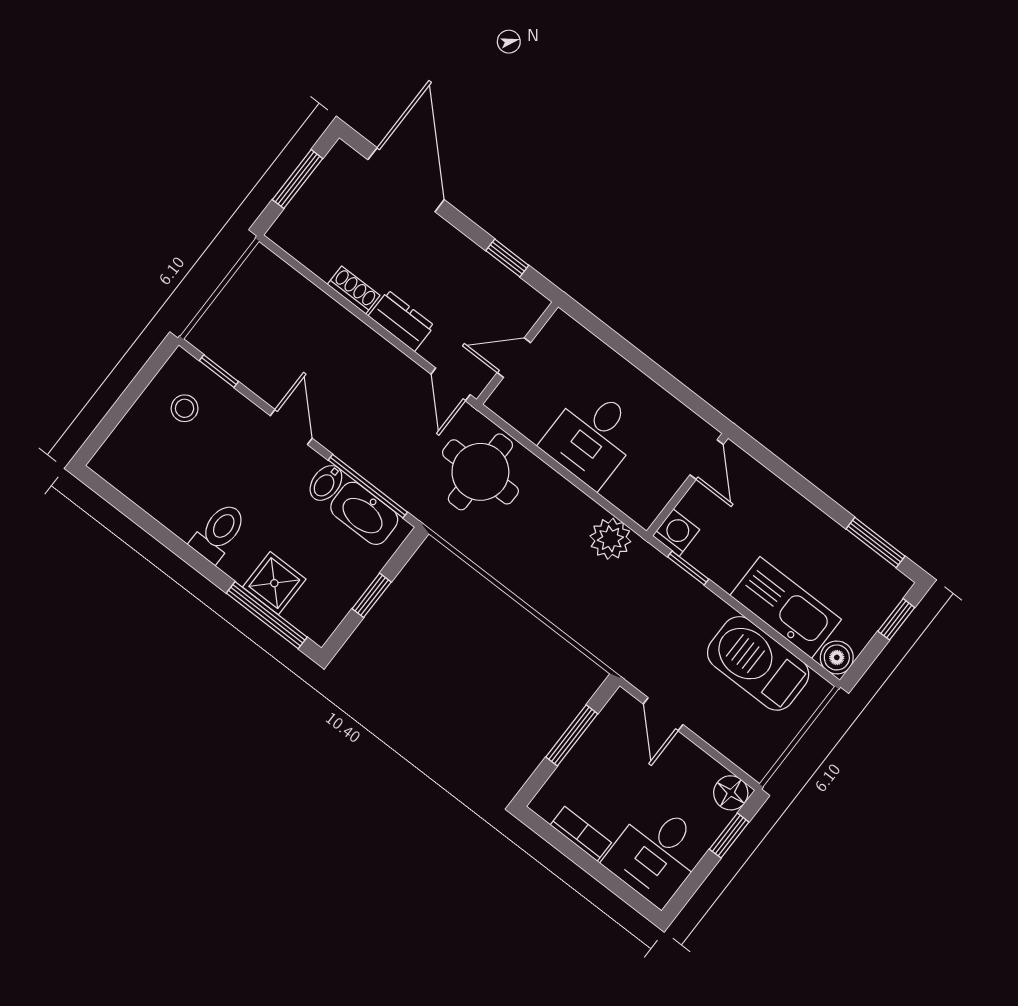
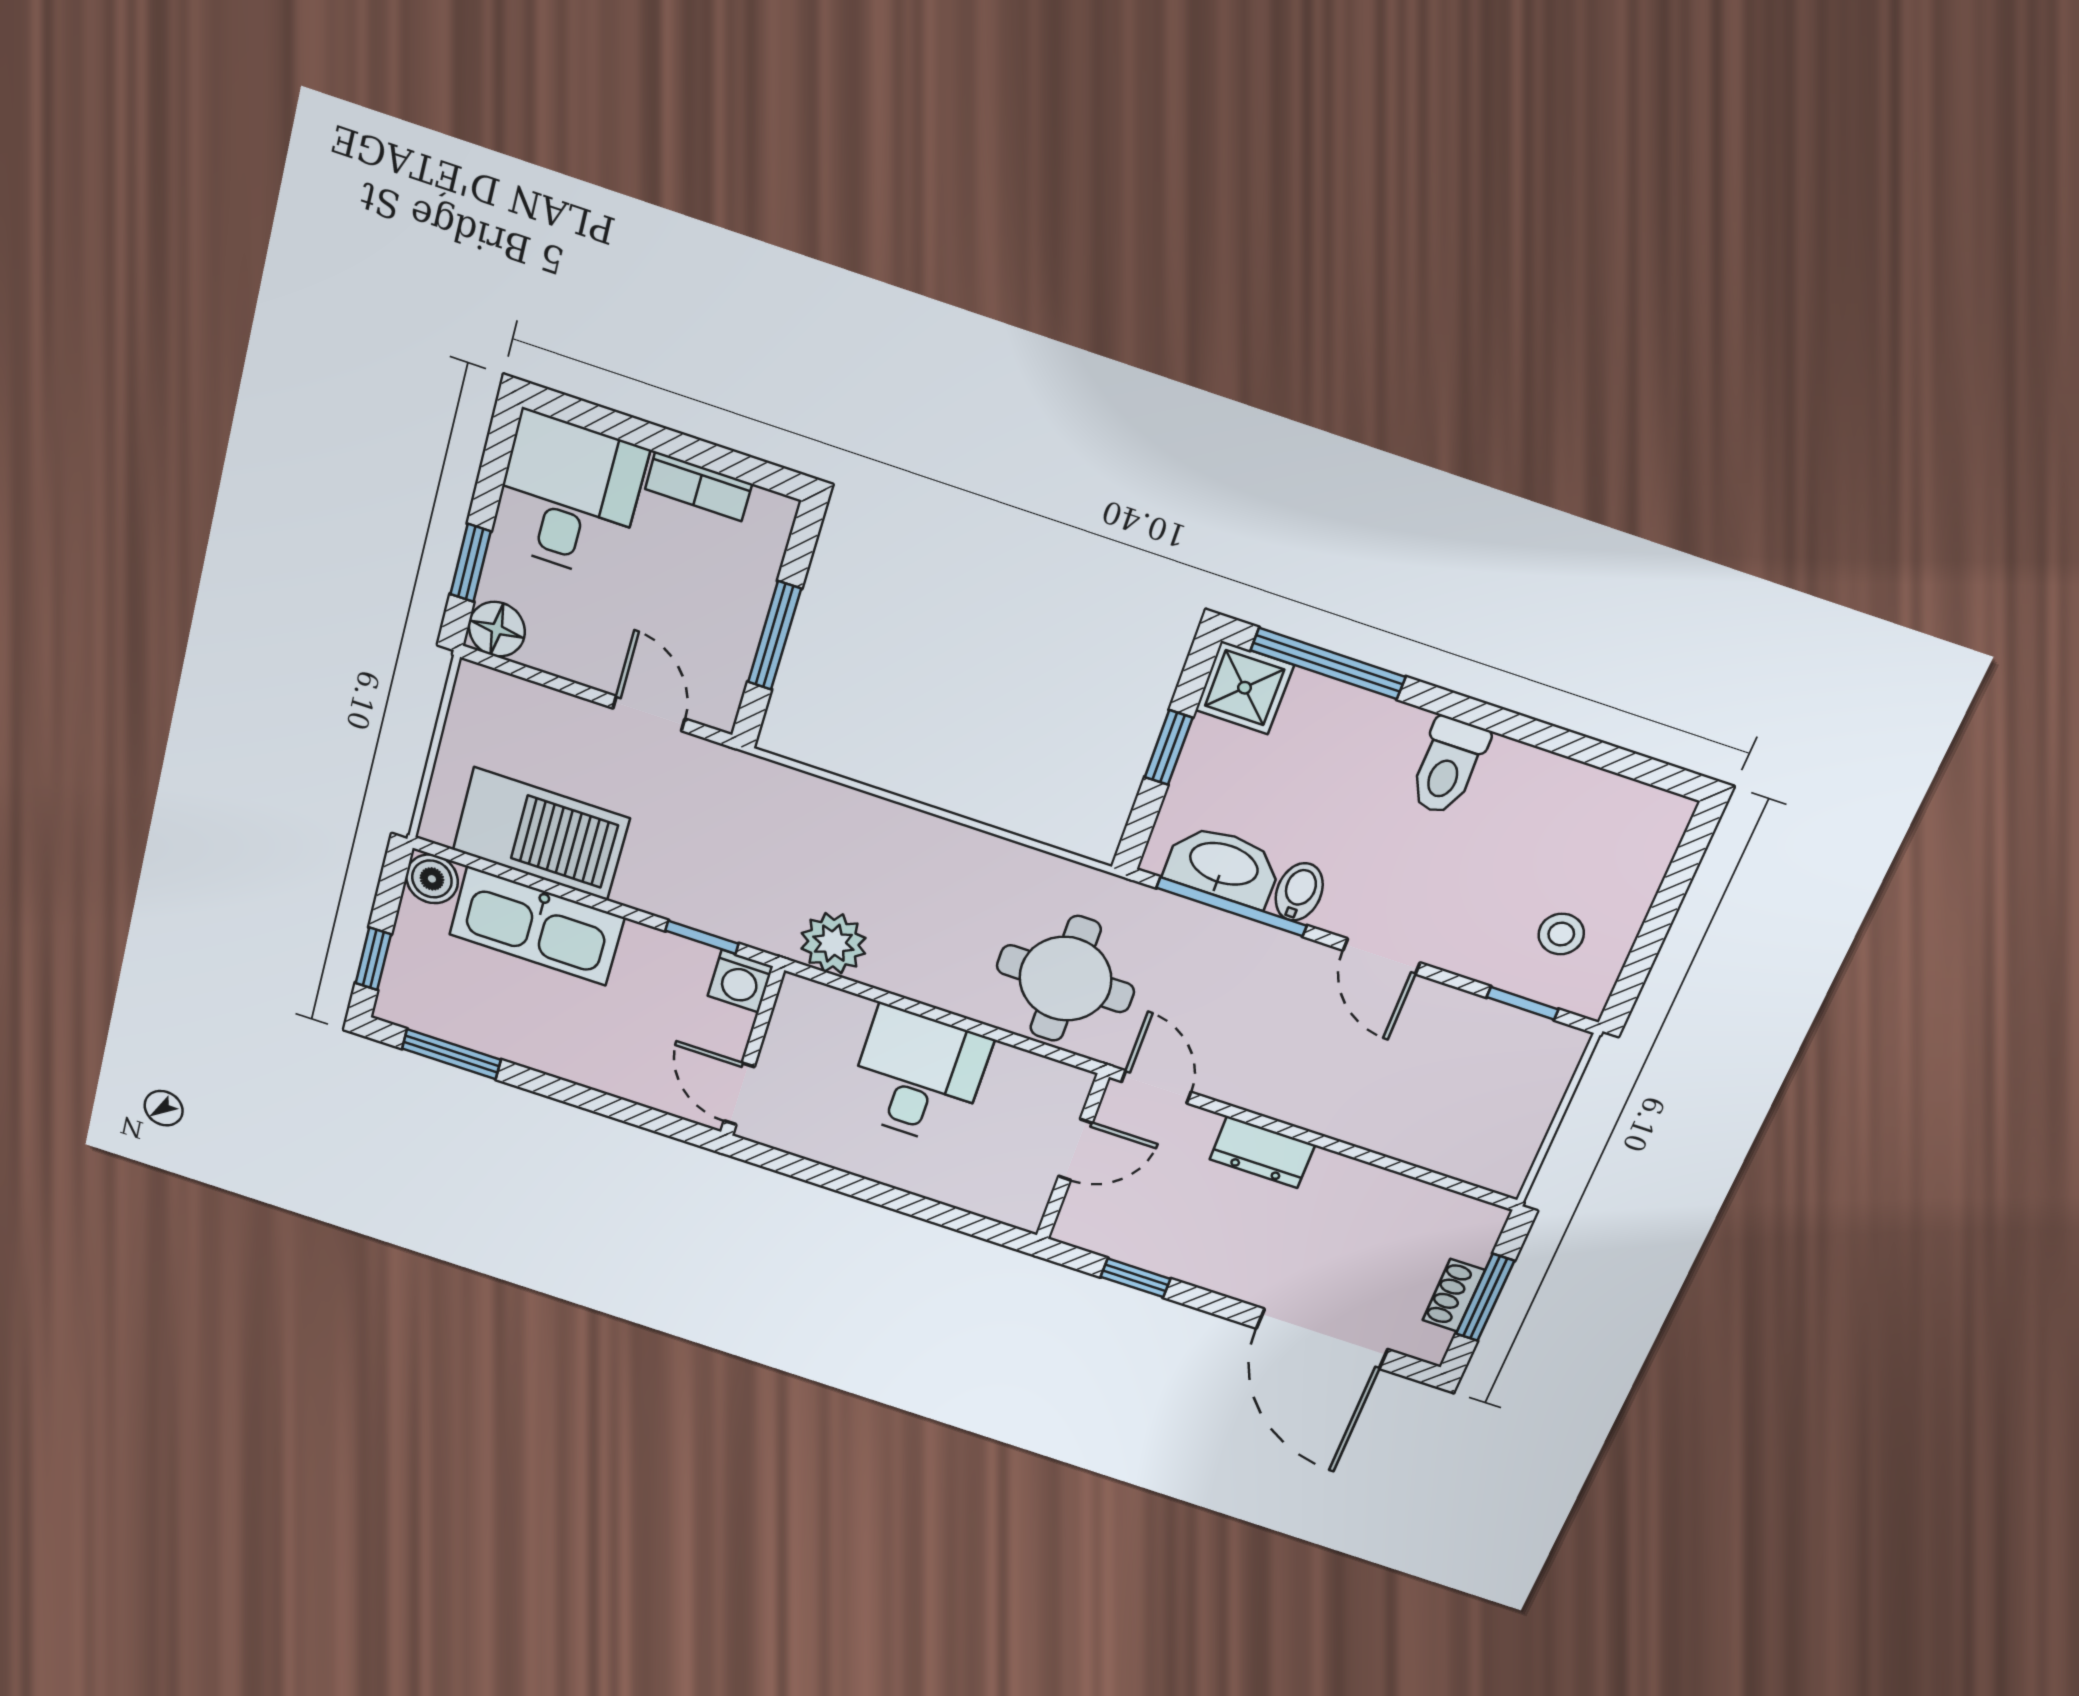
shoe rack: (354, 290) -> (1454, 1295), moved, turned 90
shower: (274, 583) -> (1245, 688), moved

